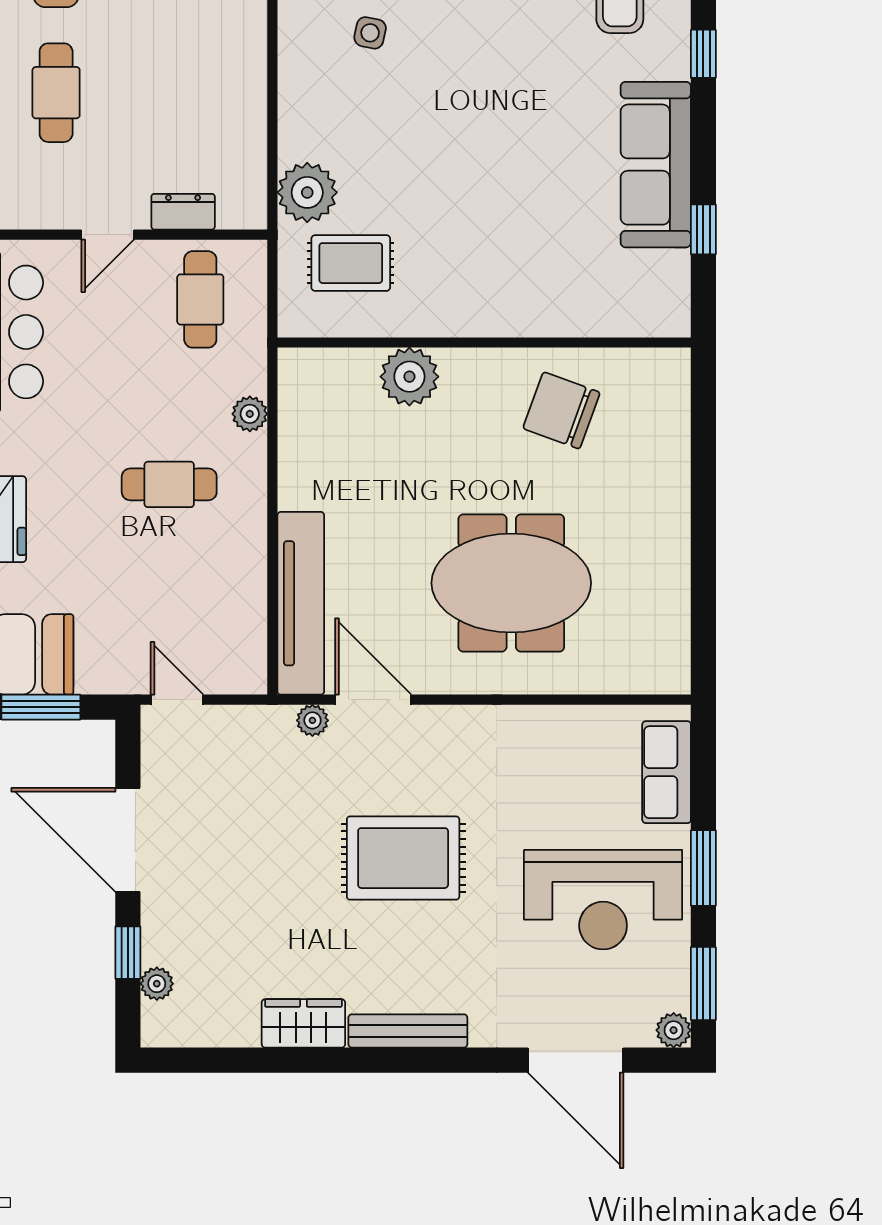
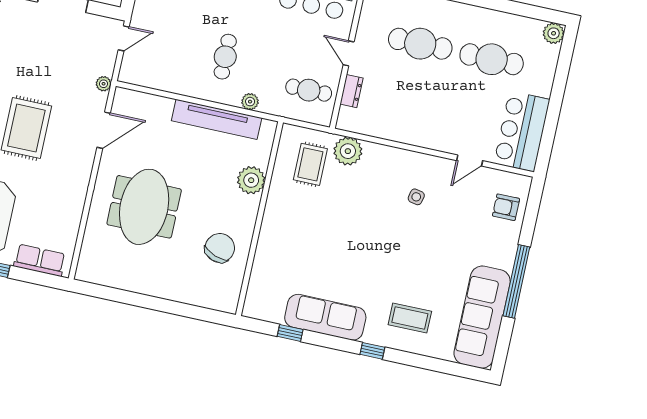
cafe table: (56, 93) -> (420, 44), width x1.37, depth x1.35
tv unit: (301, 603) -> (217, 119), moved
plant: (312, 720) -> (104, 84), moved

